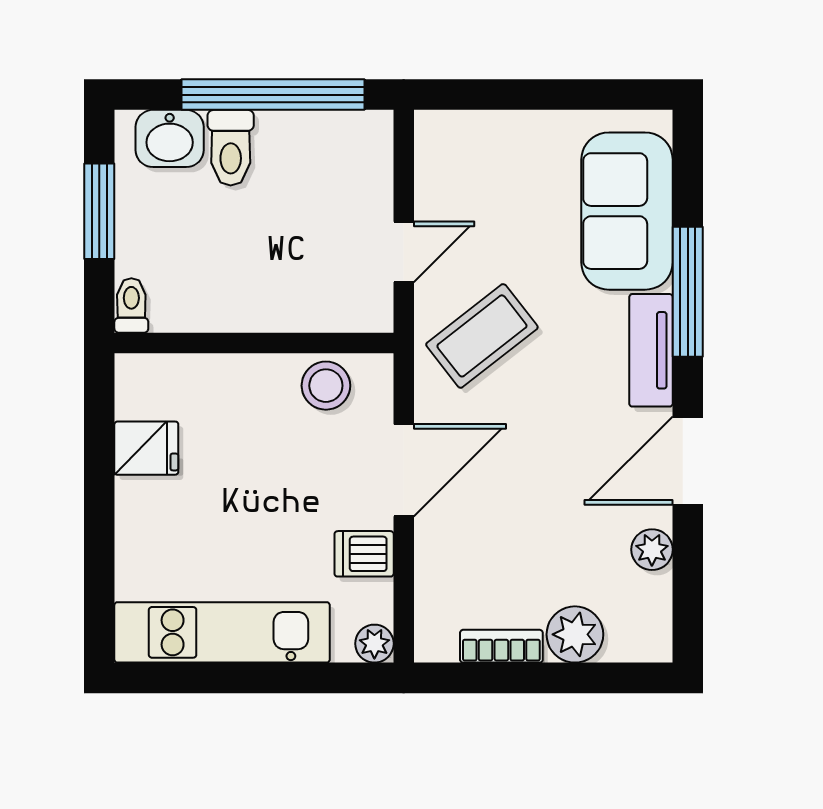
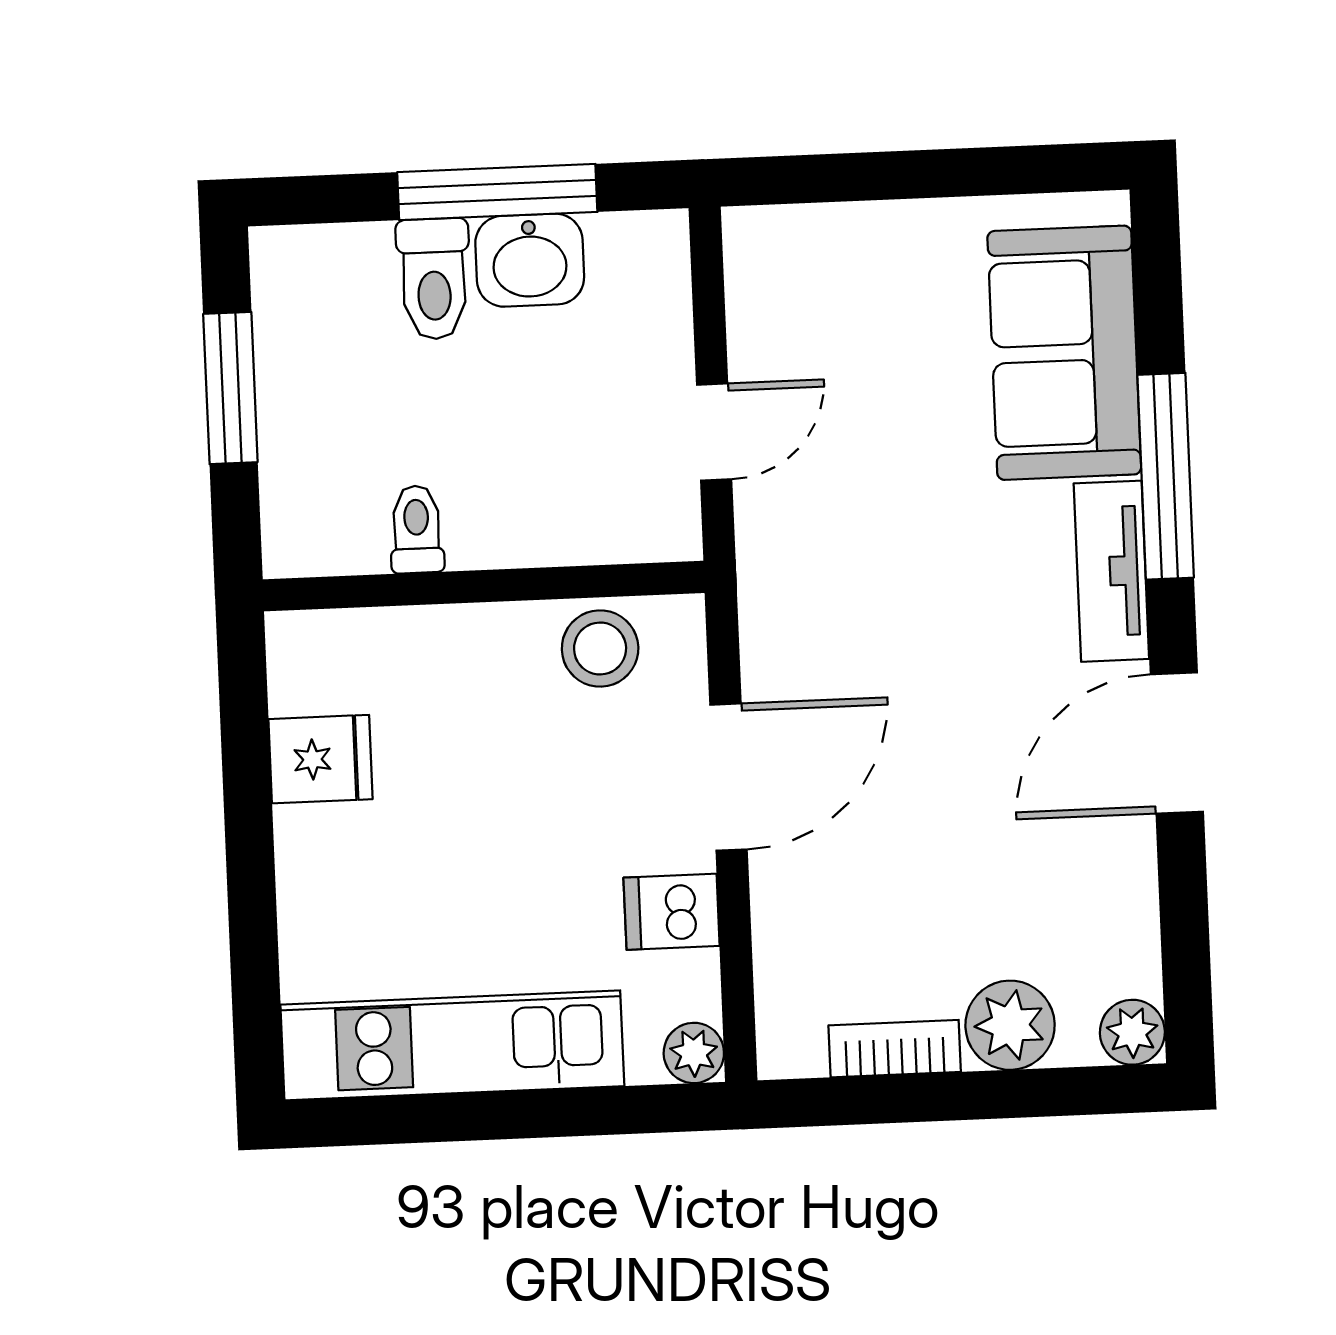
window: (273, 95) -> (497, 192), width x0.68
washbasin: (170, 138) -> (530, 260), moved
toilet: (131, 305) -> (417, 529), moved
coffee table: (482, 336) -> (843, 560), removed
plant: (652, 550) -> (1132, 1032), moved

